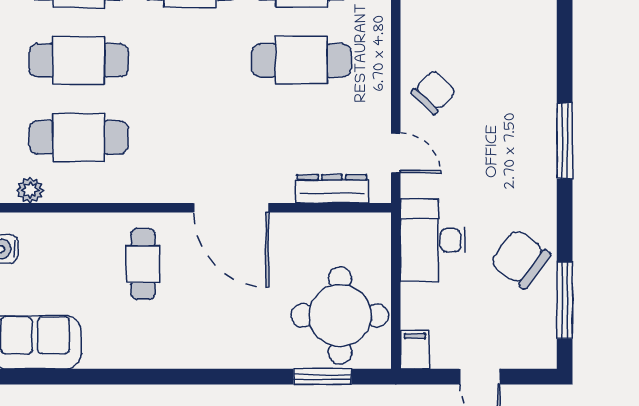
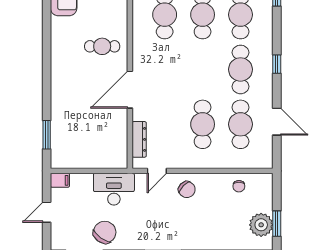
round table: (340, 315) -> (77, 143), removed

